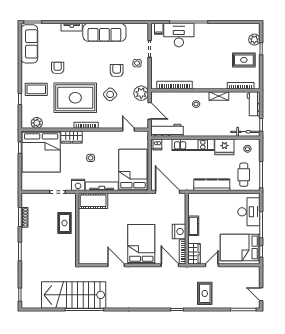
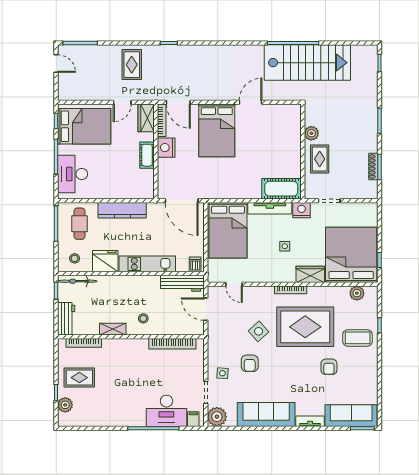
sofa: (29, 44) -> (351, 416), moved, turned 90
plant: (141, 93) -> (217, 417), moved
plant: (71, 242) -> (311, 133), added
door: (116, 265) -> (251, 102), swing flipped

